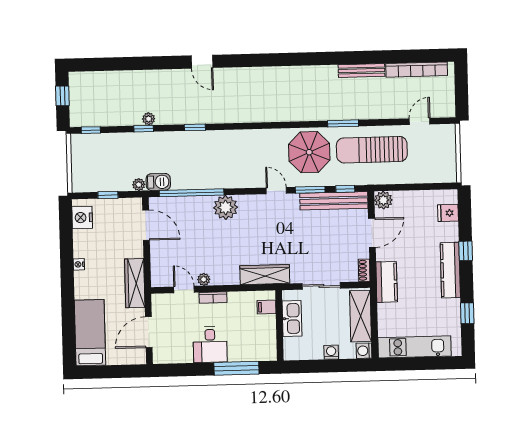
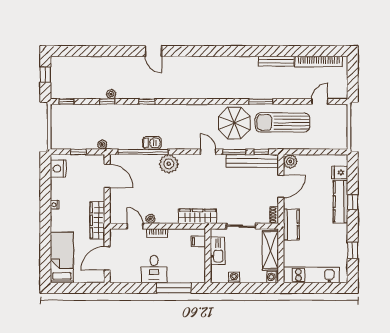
barbecue: (158, 182) -> (152, 143), moved
kitchen counter: (450, 270) -> (340, 202), moved
washing machine: (331, 352) -> (234, 277), moved

